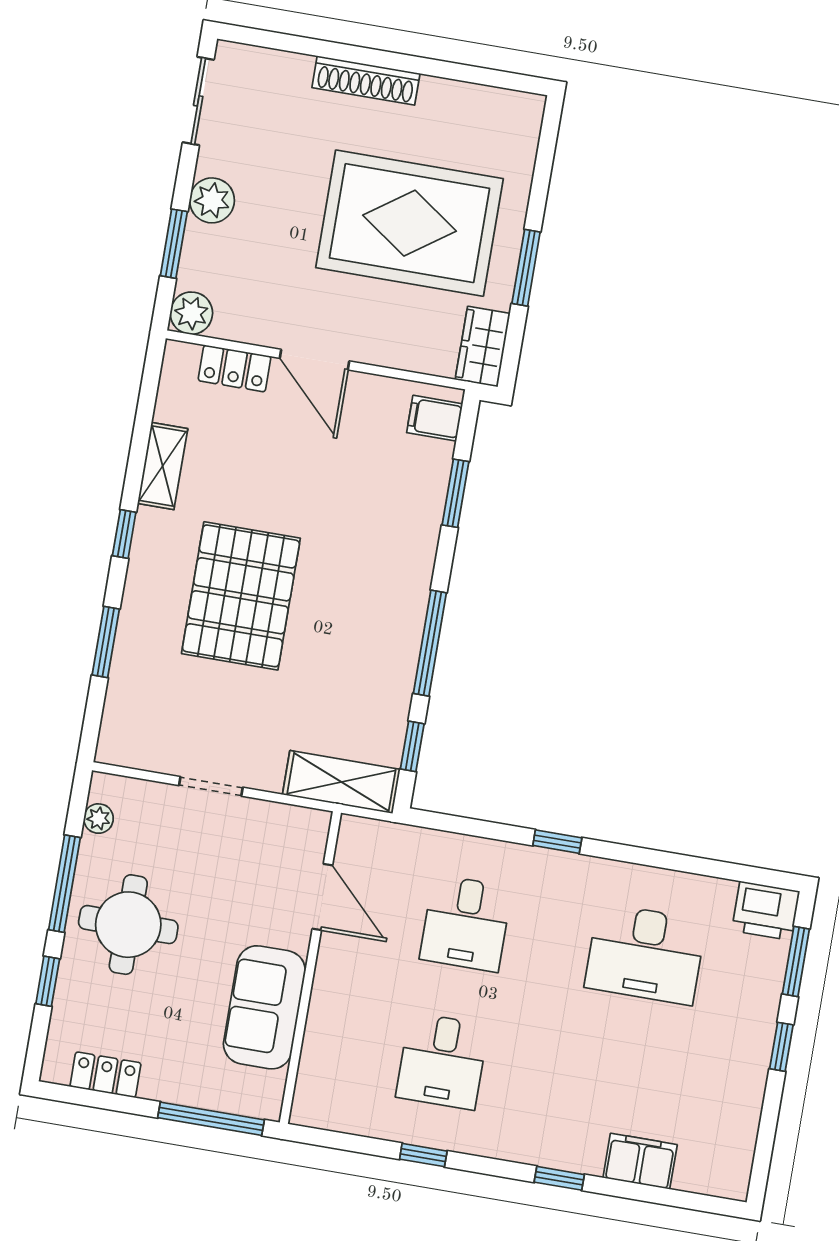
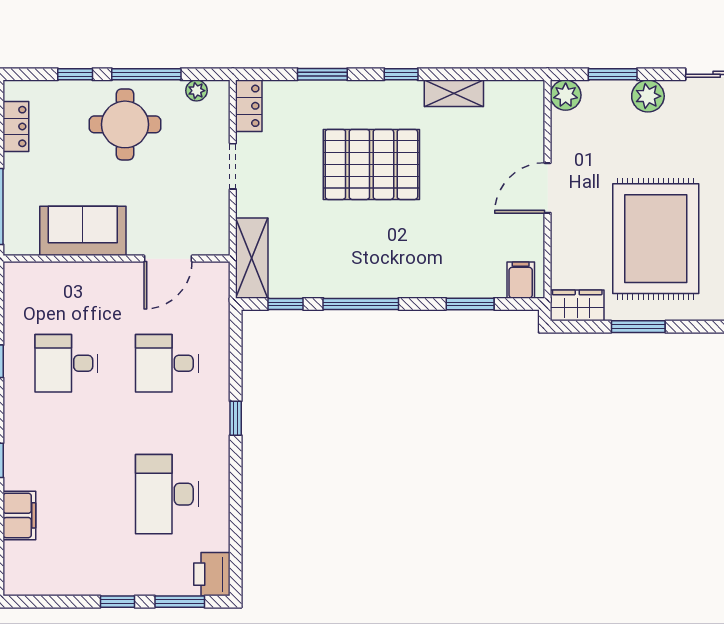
locker: (235, 368) -> (249, 106), moved, turned 180

